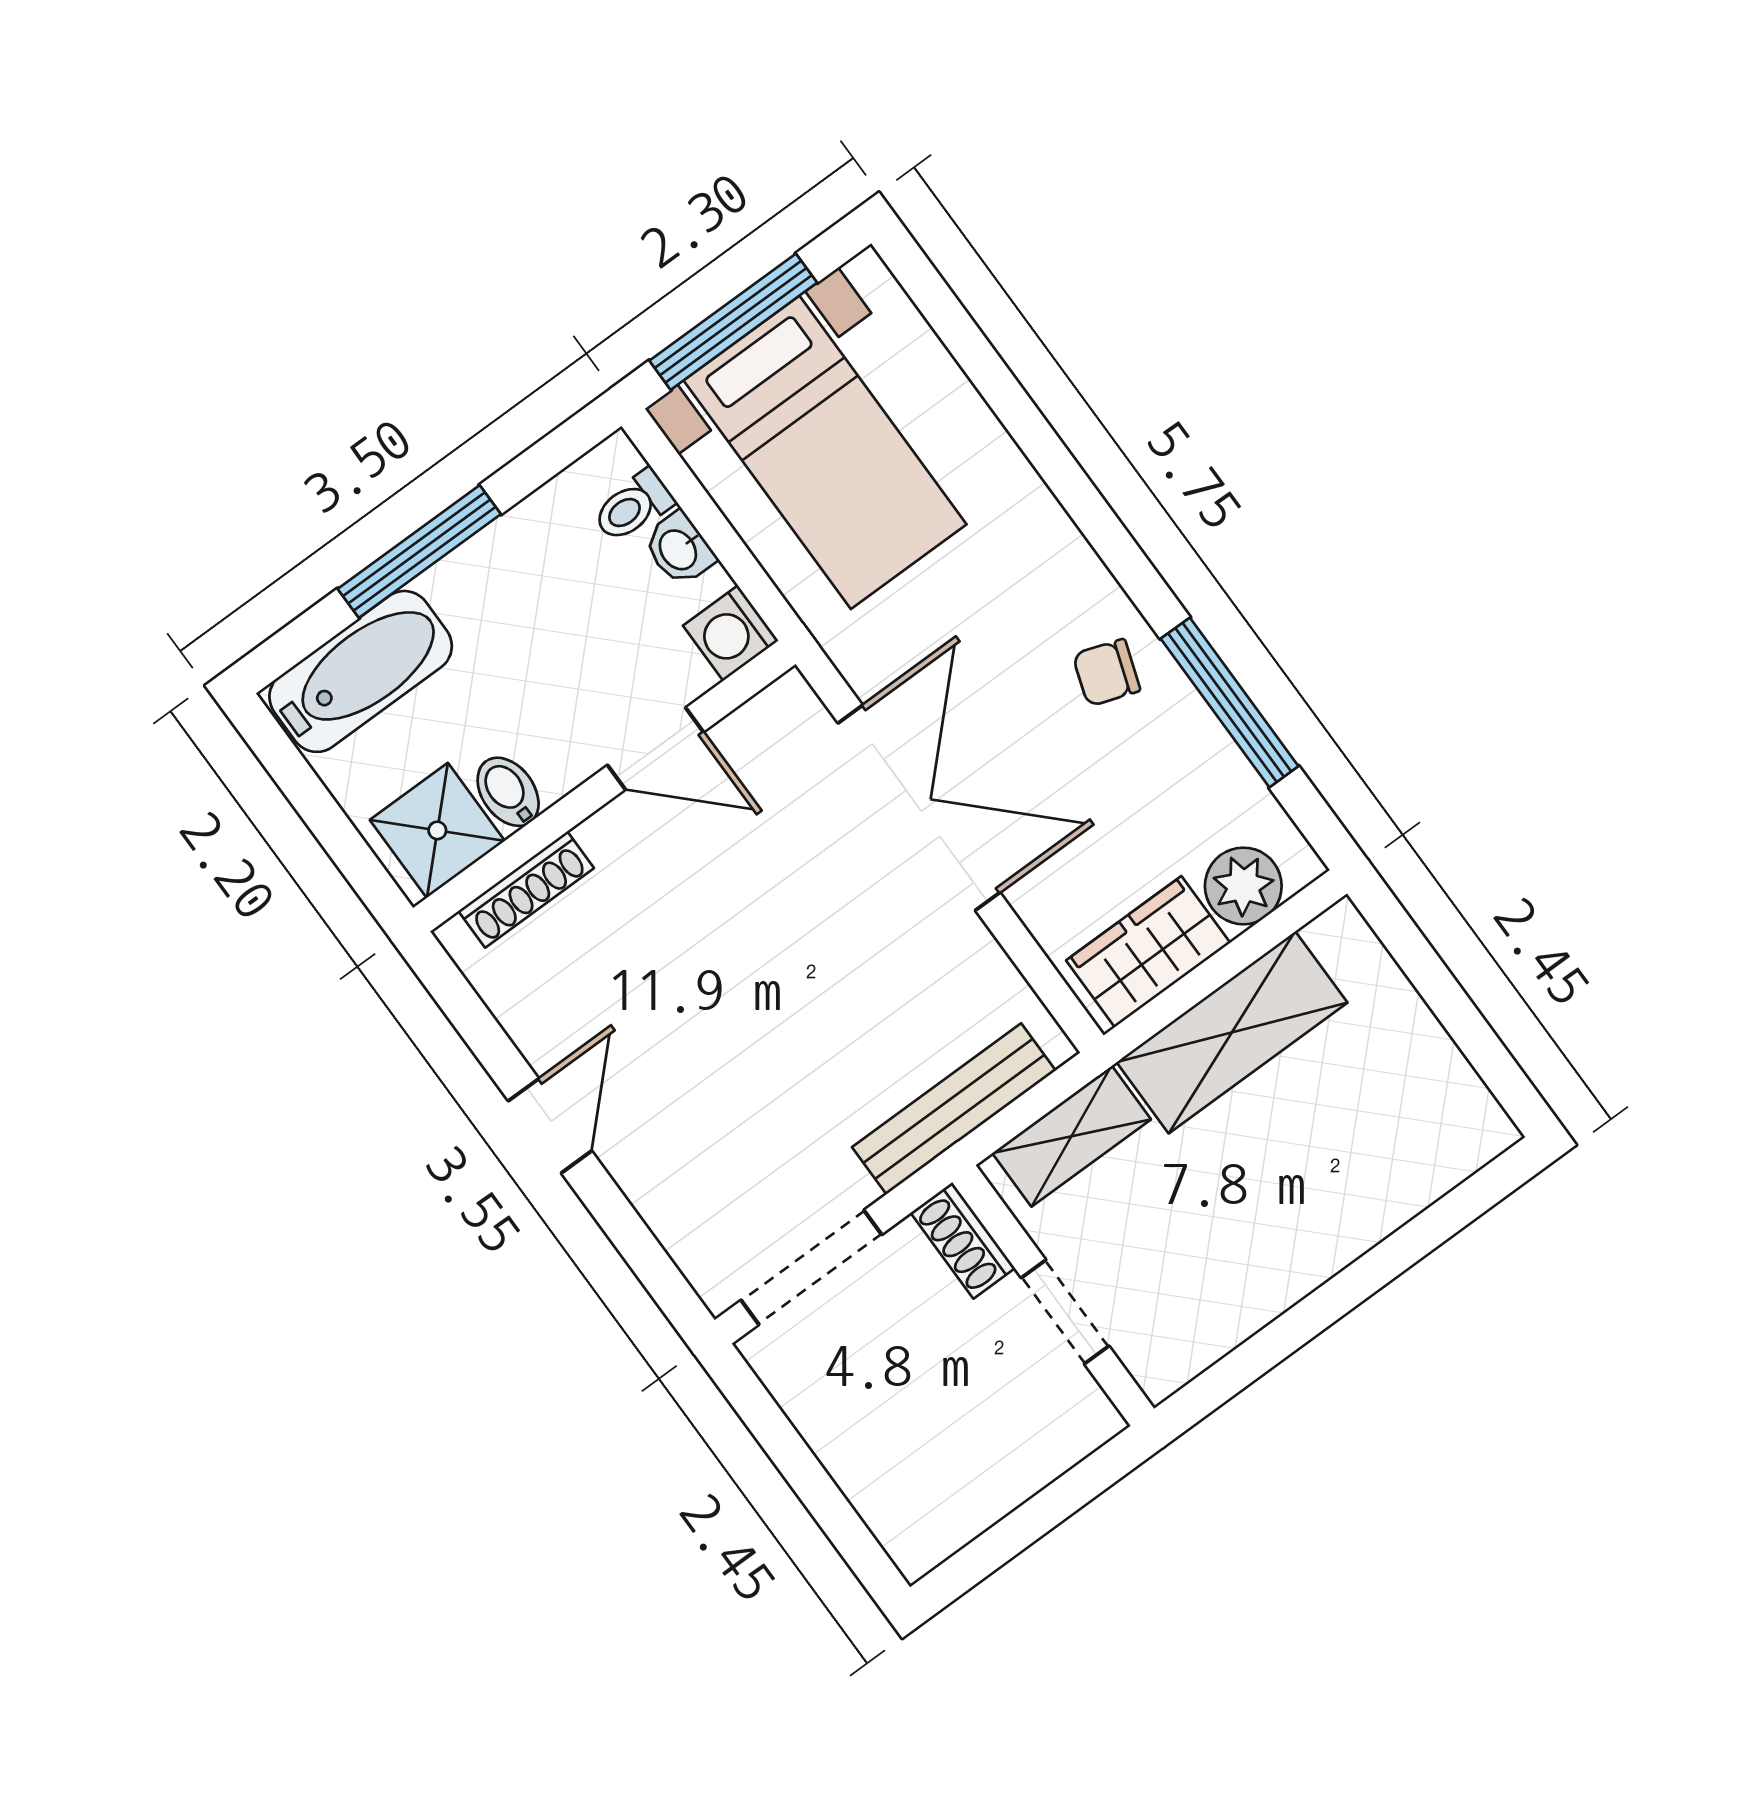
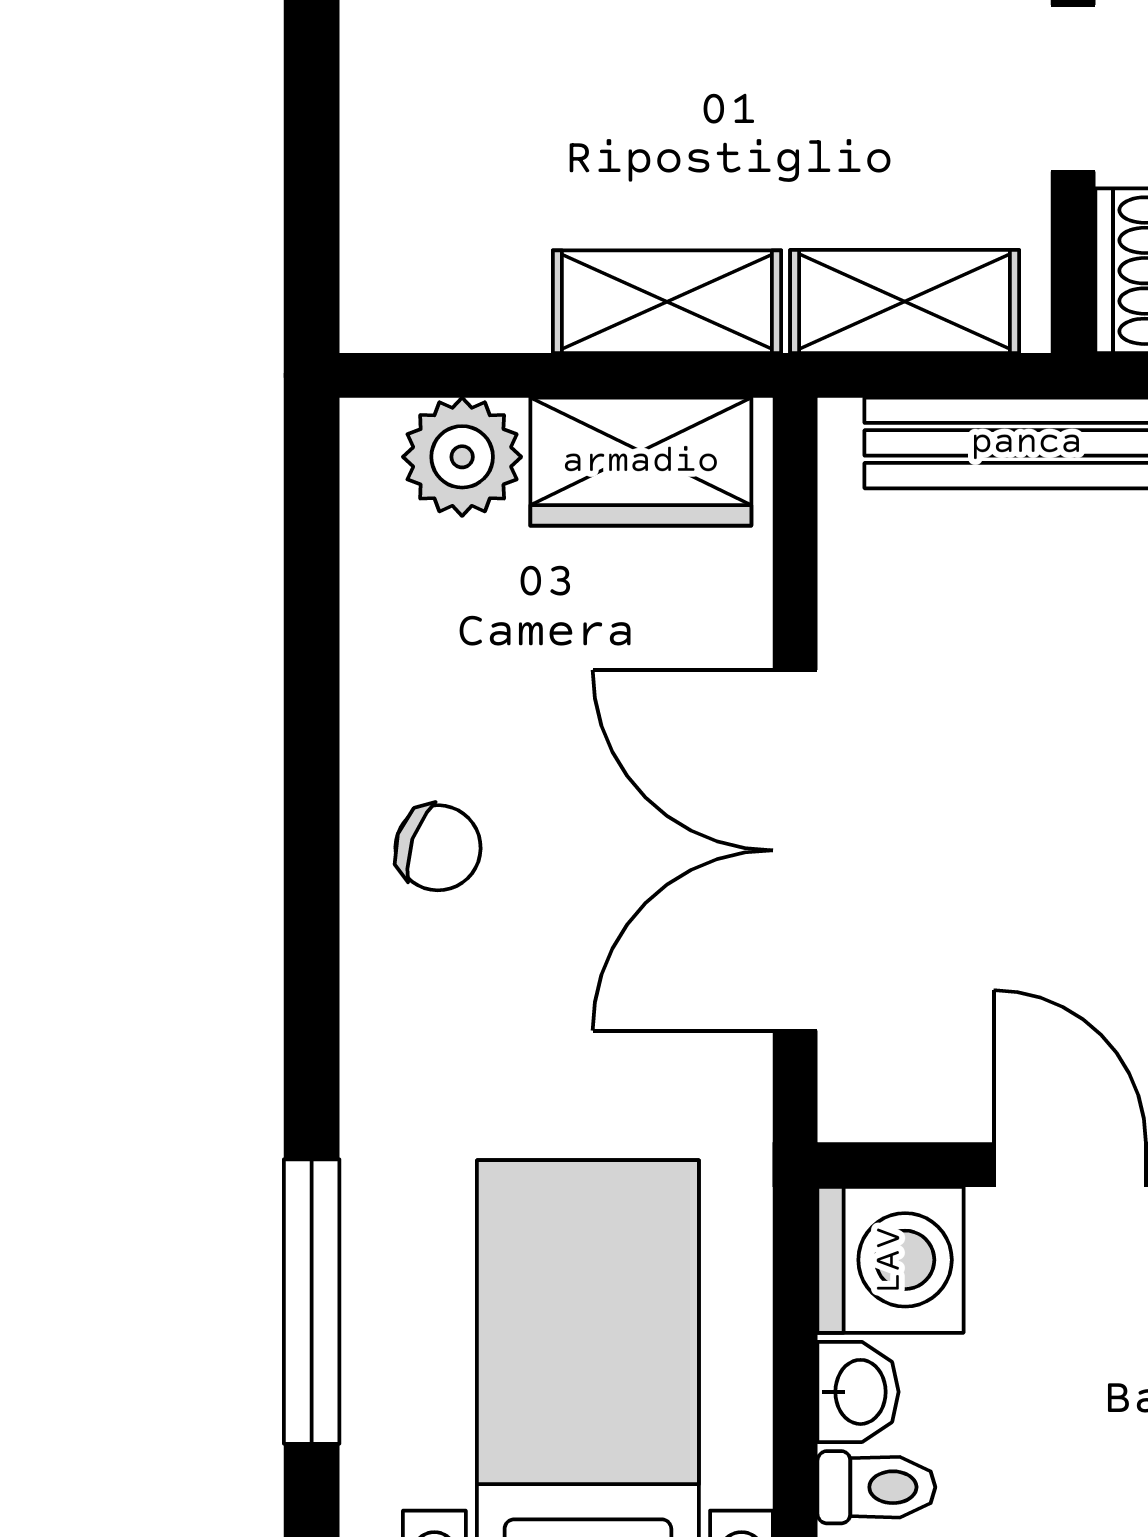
washing machine: (731, 633) -> (890, 1260), width x1.38, depth x1.38
window: (1230, 702) -> (312, 1302), moved
shelving: (1232, 1032) -> (667, 302), width x0.67, depth x0.75

